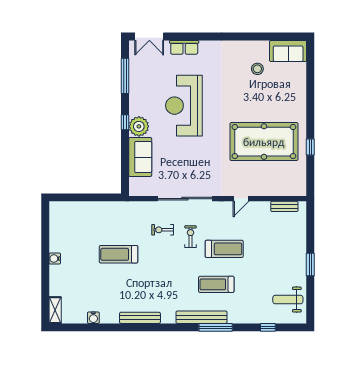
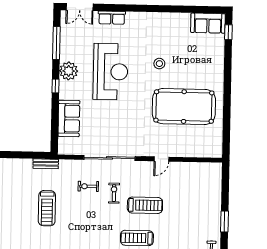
stool: (257, 69) -> (159, 64), moved
reception desk: (184, 106) -> (110, 72), turned 180
plant: (139, 126) -> (69, 71), moved
window: (310, 147) -> (228, 32), moved
bench: (284, 206) -> (46, 164), moved
treadmill: (119, 254) -> (47, 208), turned -90

